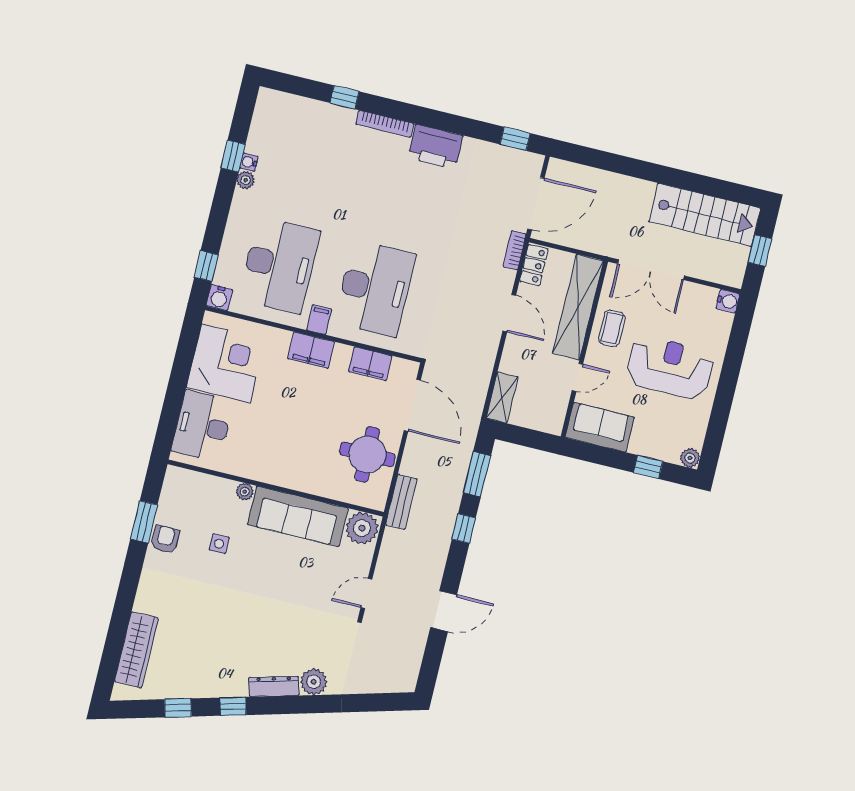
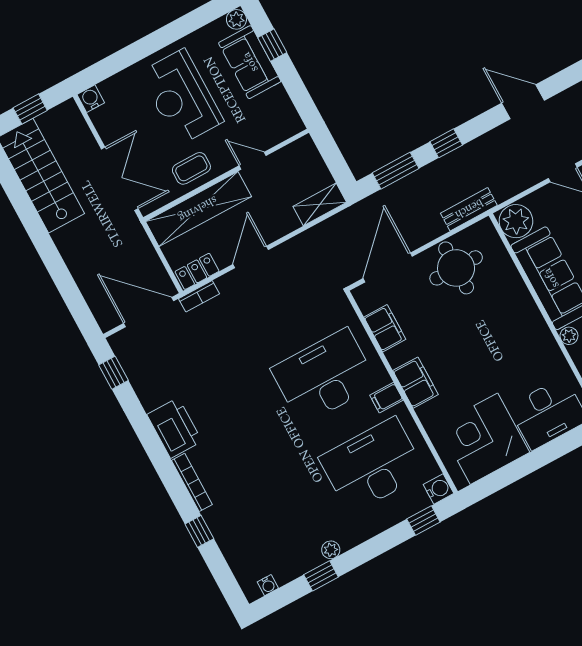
water cooler: (249, 162) -> (268, 585), moved
sofa: (600, 427) -> (250, 62), moved

